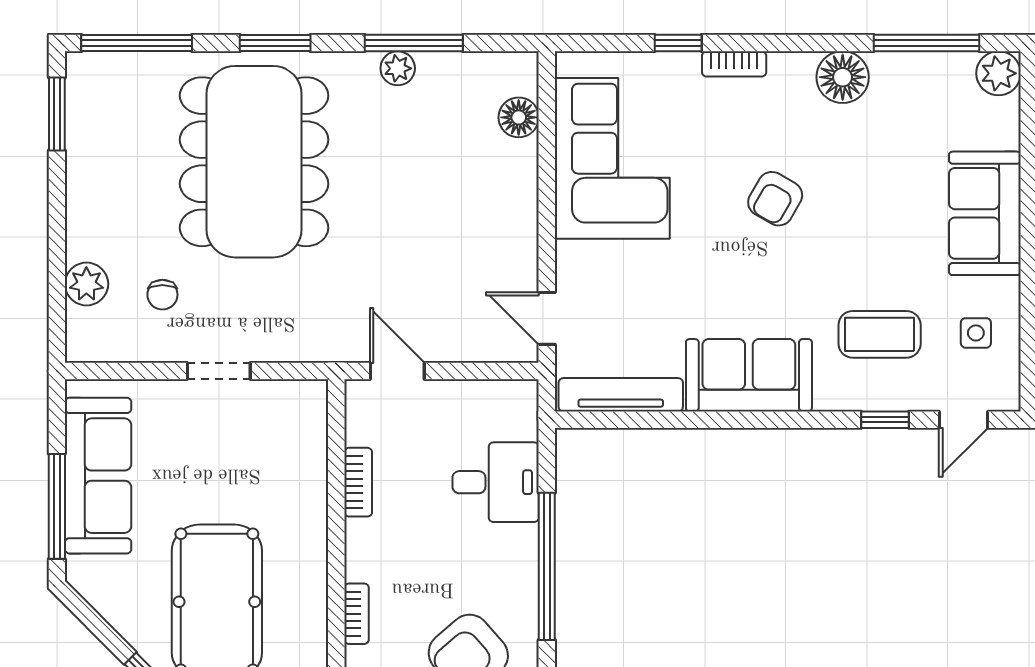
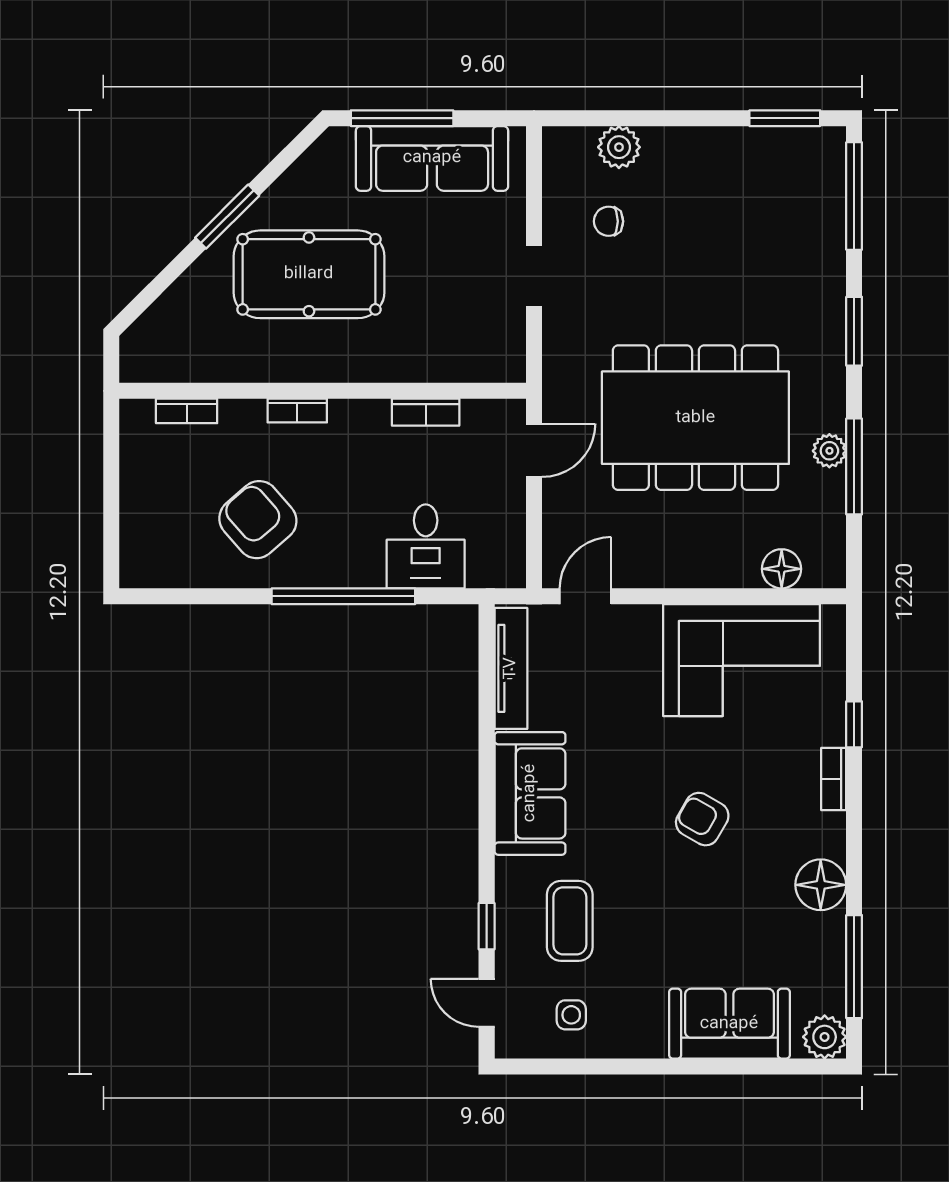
dining table: (254, 162) -> (695, 418), moved
sofa: (985, 213) -> (729, 1024), moved

